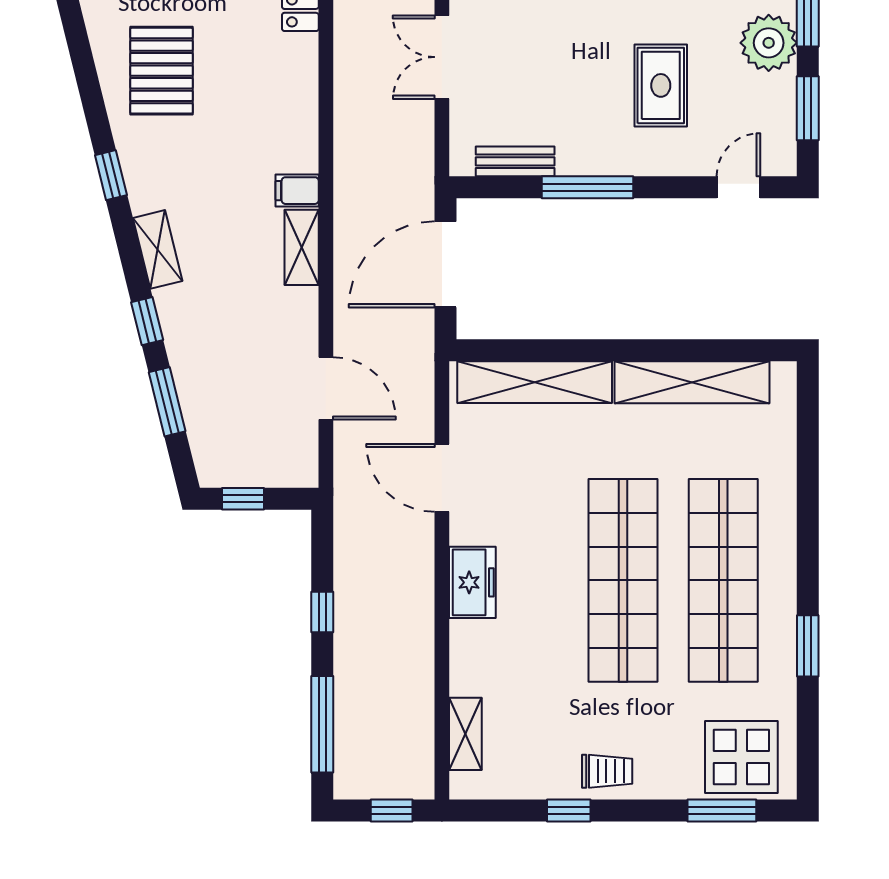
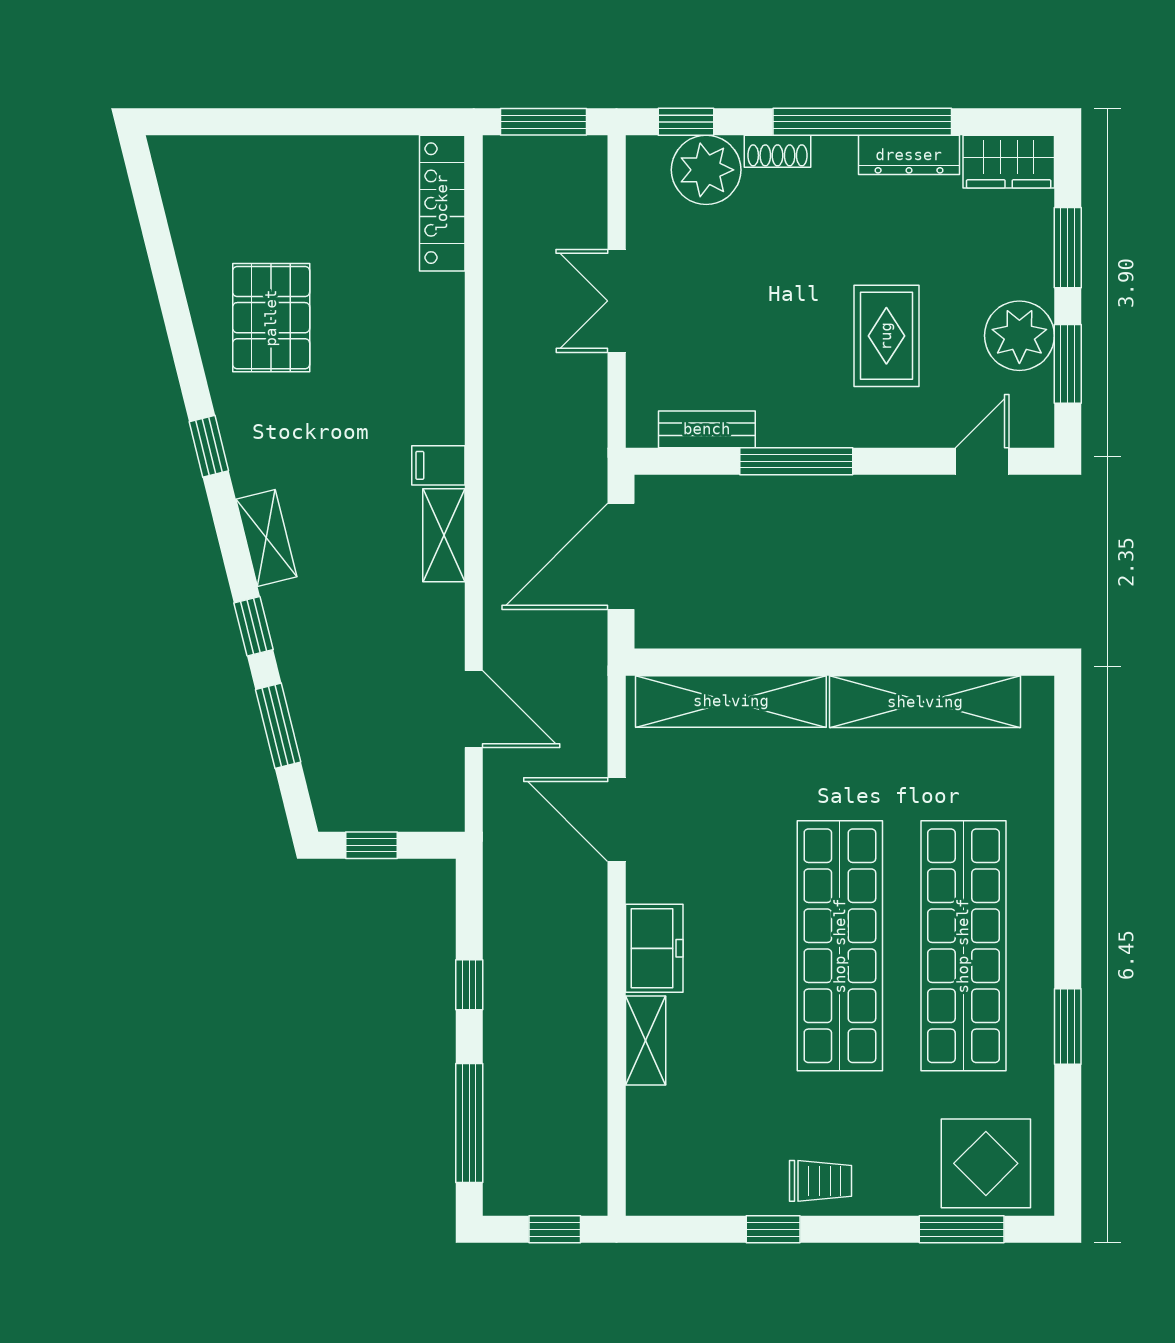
plant: (769, 43) -> (1019, 336), moved
shelving: (465, 734) -> (646, 1041), moved

